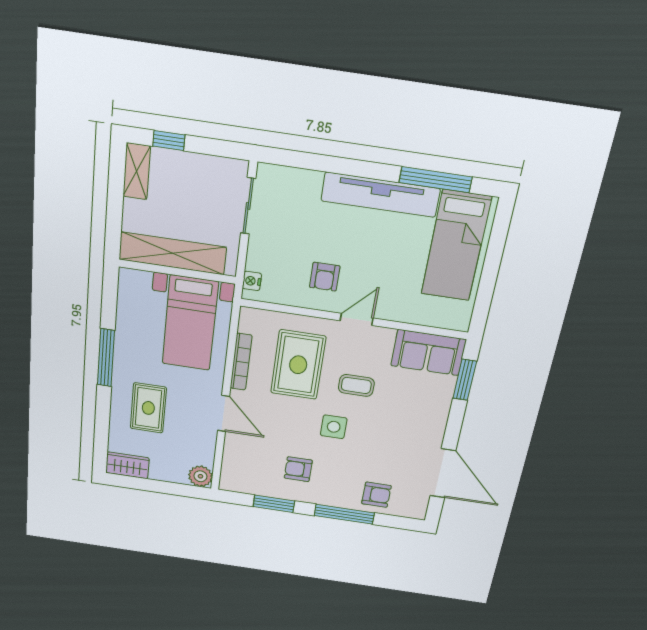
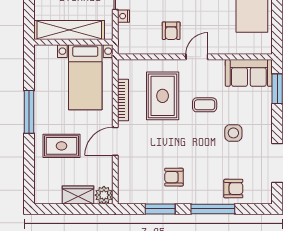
nightstand: (252, 281) -> (124, 16), moved
rug: (148, 408) -> (61, 146), turned 90
door: (224, 413) -> (115, 141), swing flipped
side table: (334, 427) -> (233, 133), moved
wardrobe: (127, 465) -> (78, 195), moved

